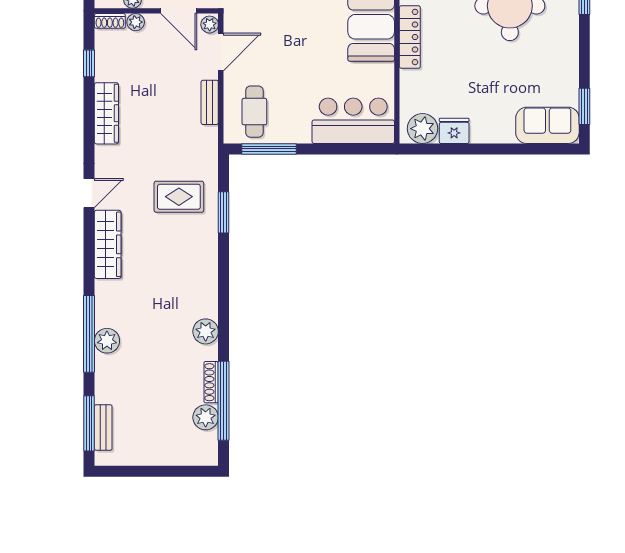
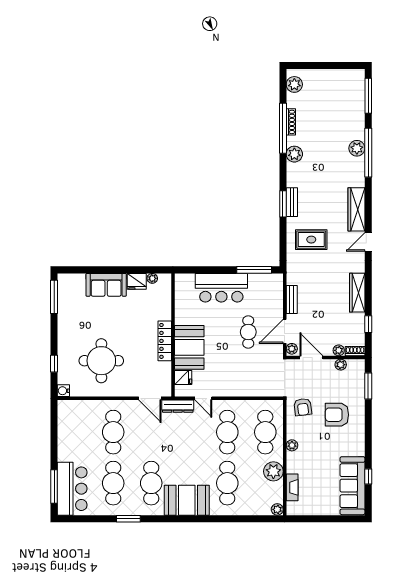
window: (584, 106) -> (54, 297), width x1.44
cafe table: (254, 112) -> (248, 332), moved
bar counter: (353, 121) -> (221, 288), moved
sofa: (547, 125) -> (106, 285), moved
plant: (422, 129) -> (152, 278), width x0.53, depth x0.53
window: (224, 212) -> (283, 204), moved
window: (224, 401) -> (283, 128), moved
plant: (206, 417) -> (294, 84), moved
bench: (103, 428) -> (292, 202), moved

